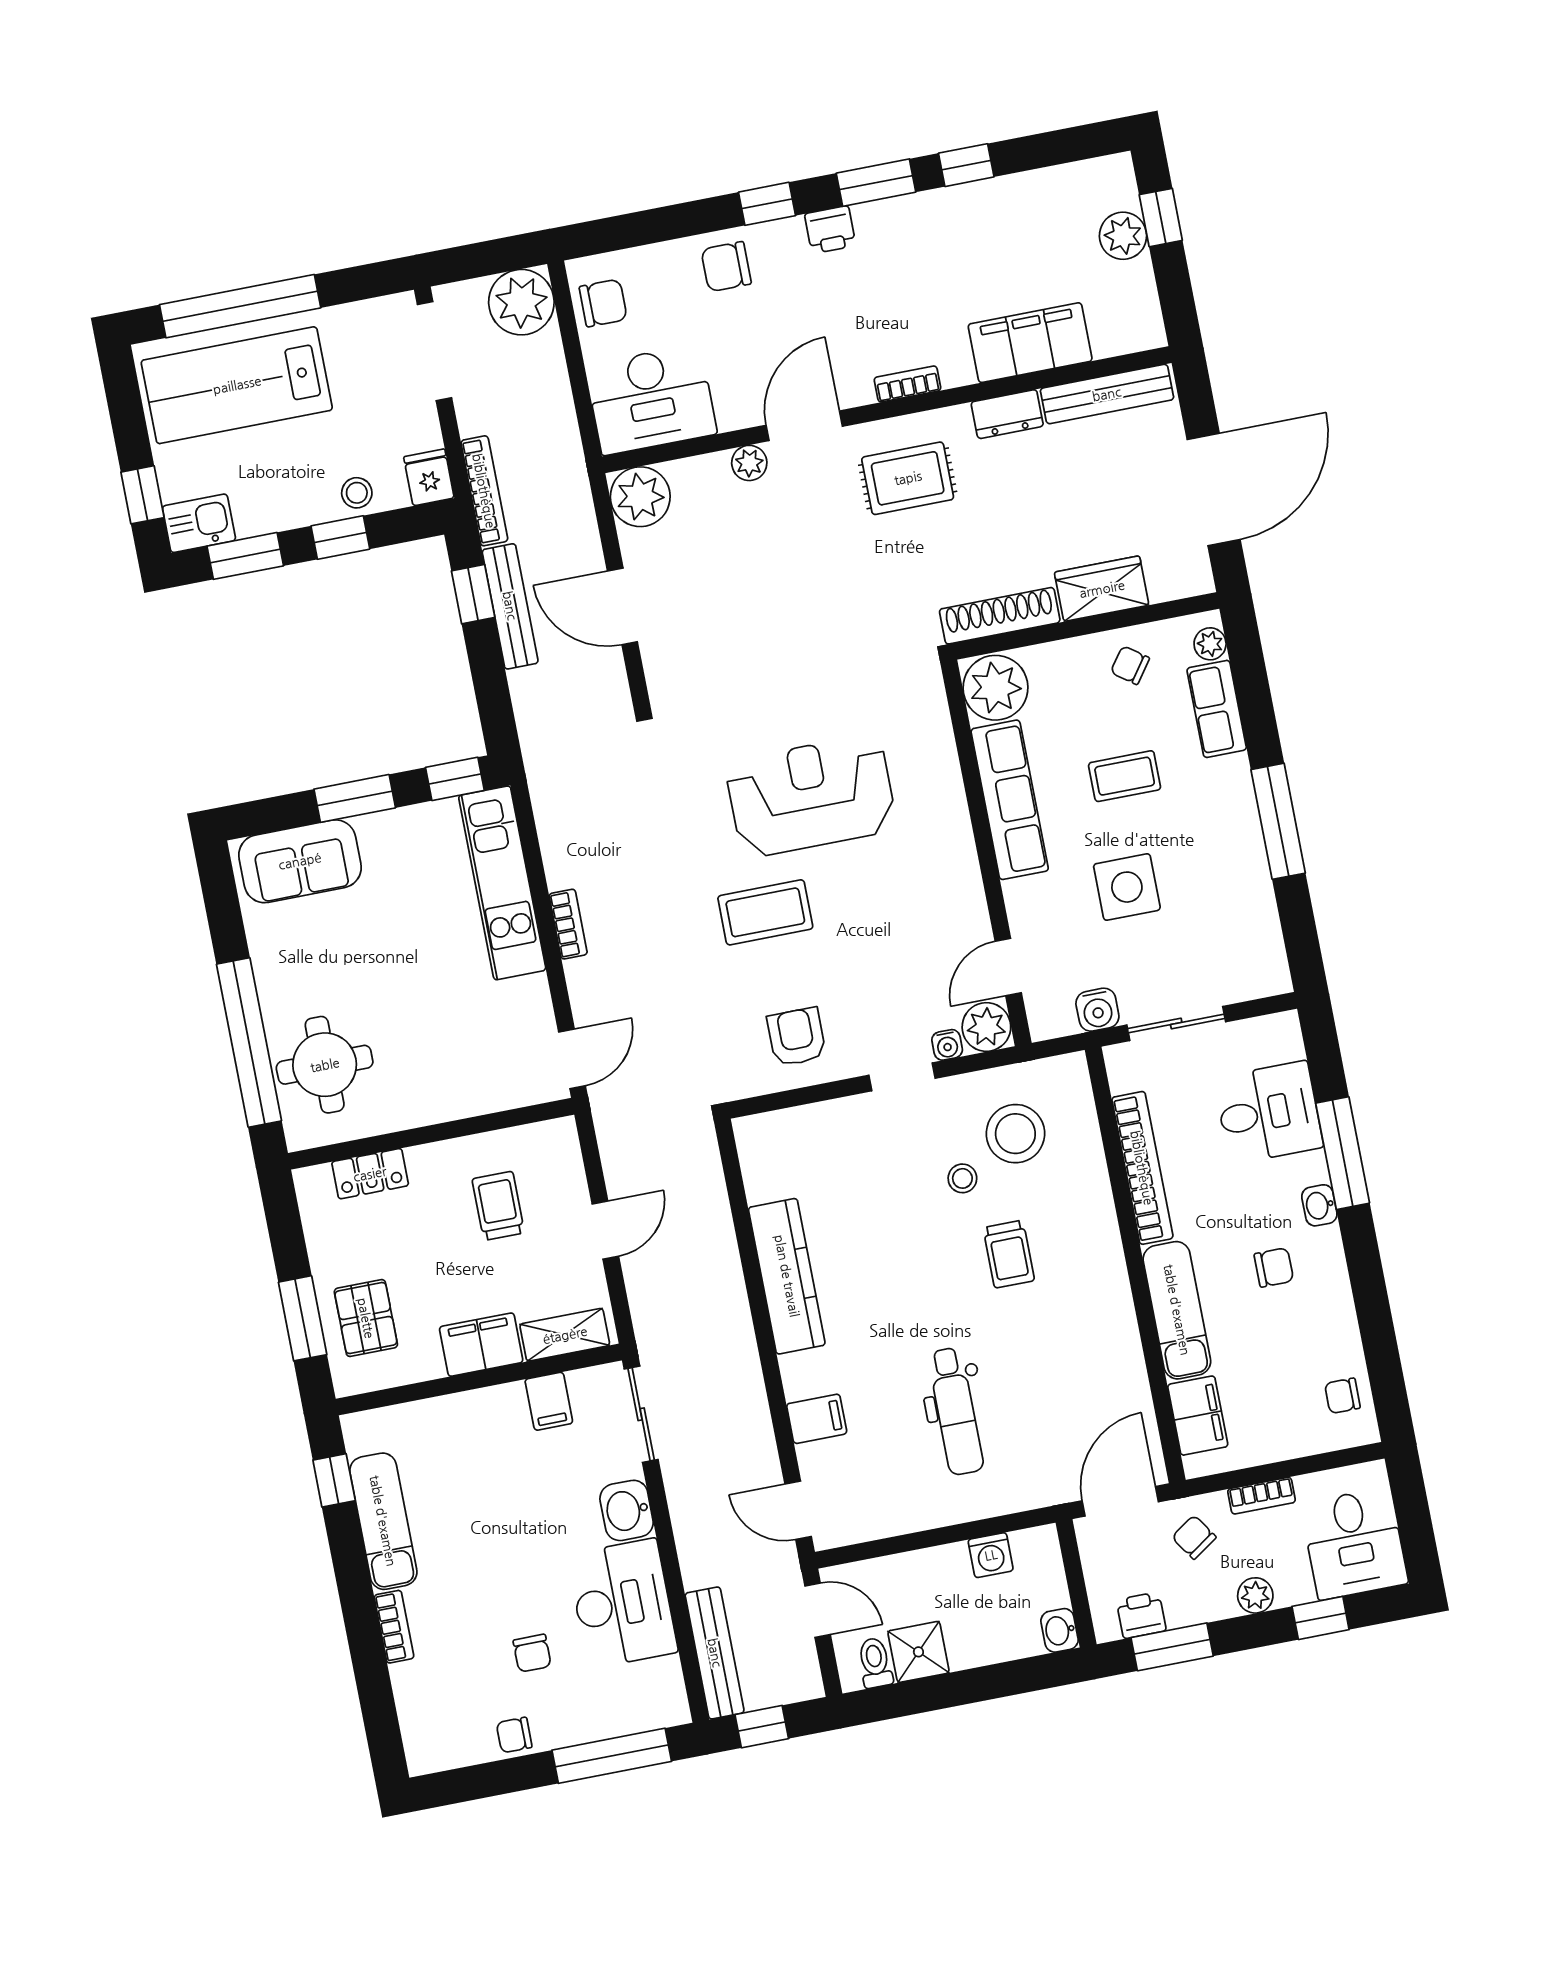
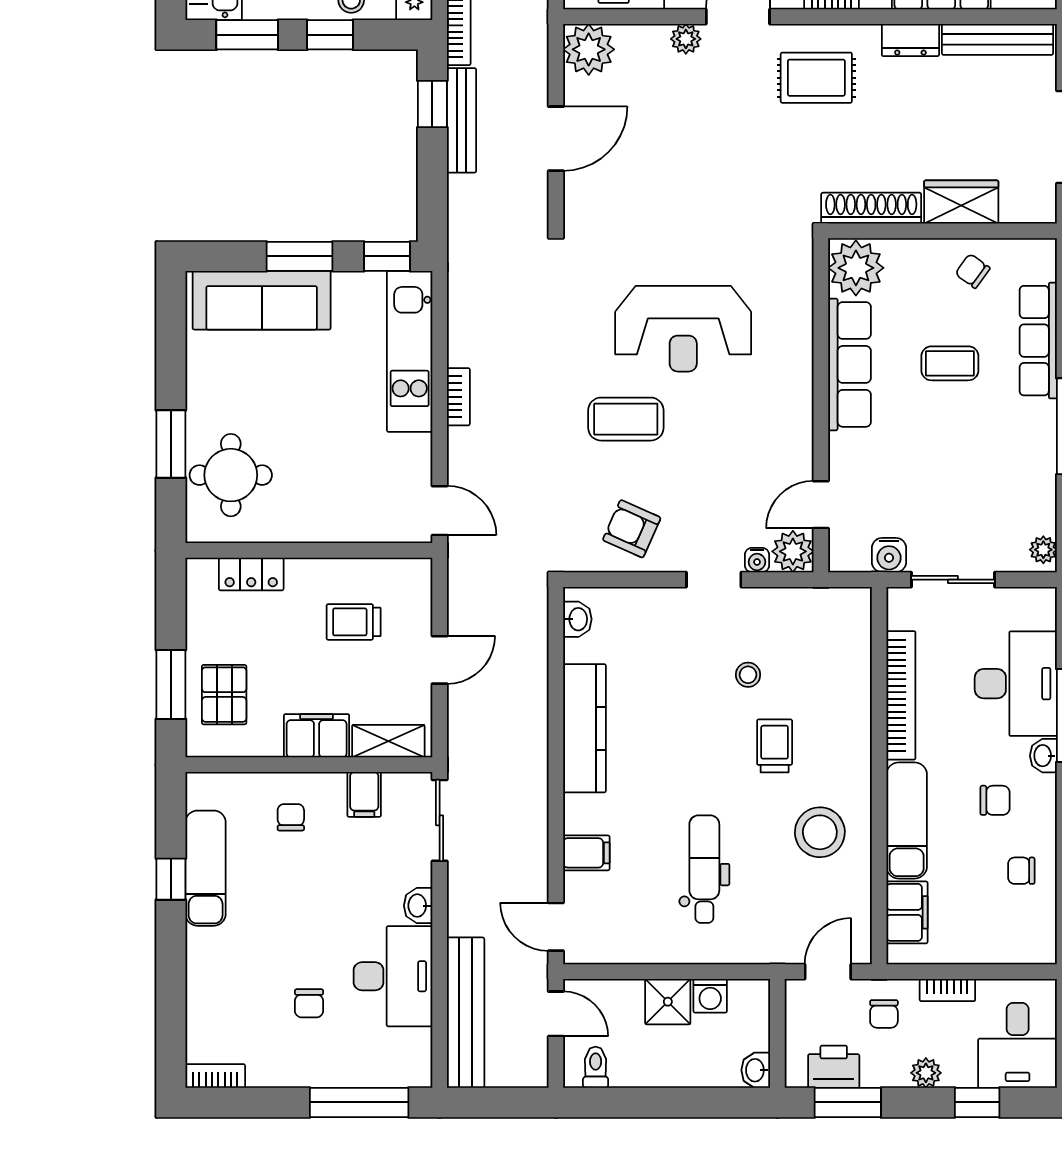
door: (622, 606) -> (556, 139), swing flipped
plant: (1210, 644) -> (1043, 550), moved
row of seats: (1217, 709) -> (1038, 341), width x1.48
reception desk: (811, 796) -> (683, 329), turned 180
sofa: (300, 861) -> (262, 300), width x1.36
side table: (1127, 887) -> (934, 457), removed
armchair: (797, 1037) -> (632, 529), turned -66
window: (249, 1042) -> (171, 444), width x0.47
door: (572, 1059) -> (440, 511), hinge flipped
desk: (1268, 1113) -> (1016, 684), width x1.37
stool: (1015, 1134) -> (820, 832), moved
washbasin: (754, 1153) -> (577, 619), added
trolley: (498, 1206) -> (354, 622), turned -90
trolley: (1009, 1254) -> (775, 746), turned 180
chair: (1342, 1396) -> (1021, 871), moved
dental chair: (956, 1411) -> (704, 869), turned 180
window: (334, 1480) -> (171, 879), moved
door: (1120, 1501) -> (828, 972), width x0.73
washbasin: (627, 1510) -> (418, 906), width x0.72, depth x0.69
chair: (1194, 1537) -> (884, 1014), turned -146
printer: (1141, 1615) -> (834, 1067), width x1.36, depth x1.24
bookcase: (394, 1627) -> (215, 1076), moved, turned -90
shower: (918, 1652) -> (668, 1002), moved
bench: (715, 1653) -> (466, 1013), width x1.37, depth x1.21
window: (762, 1727) -> (490, 1102), removed
chair: (514, 1735) -> (291, 817), moved, turned 90

